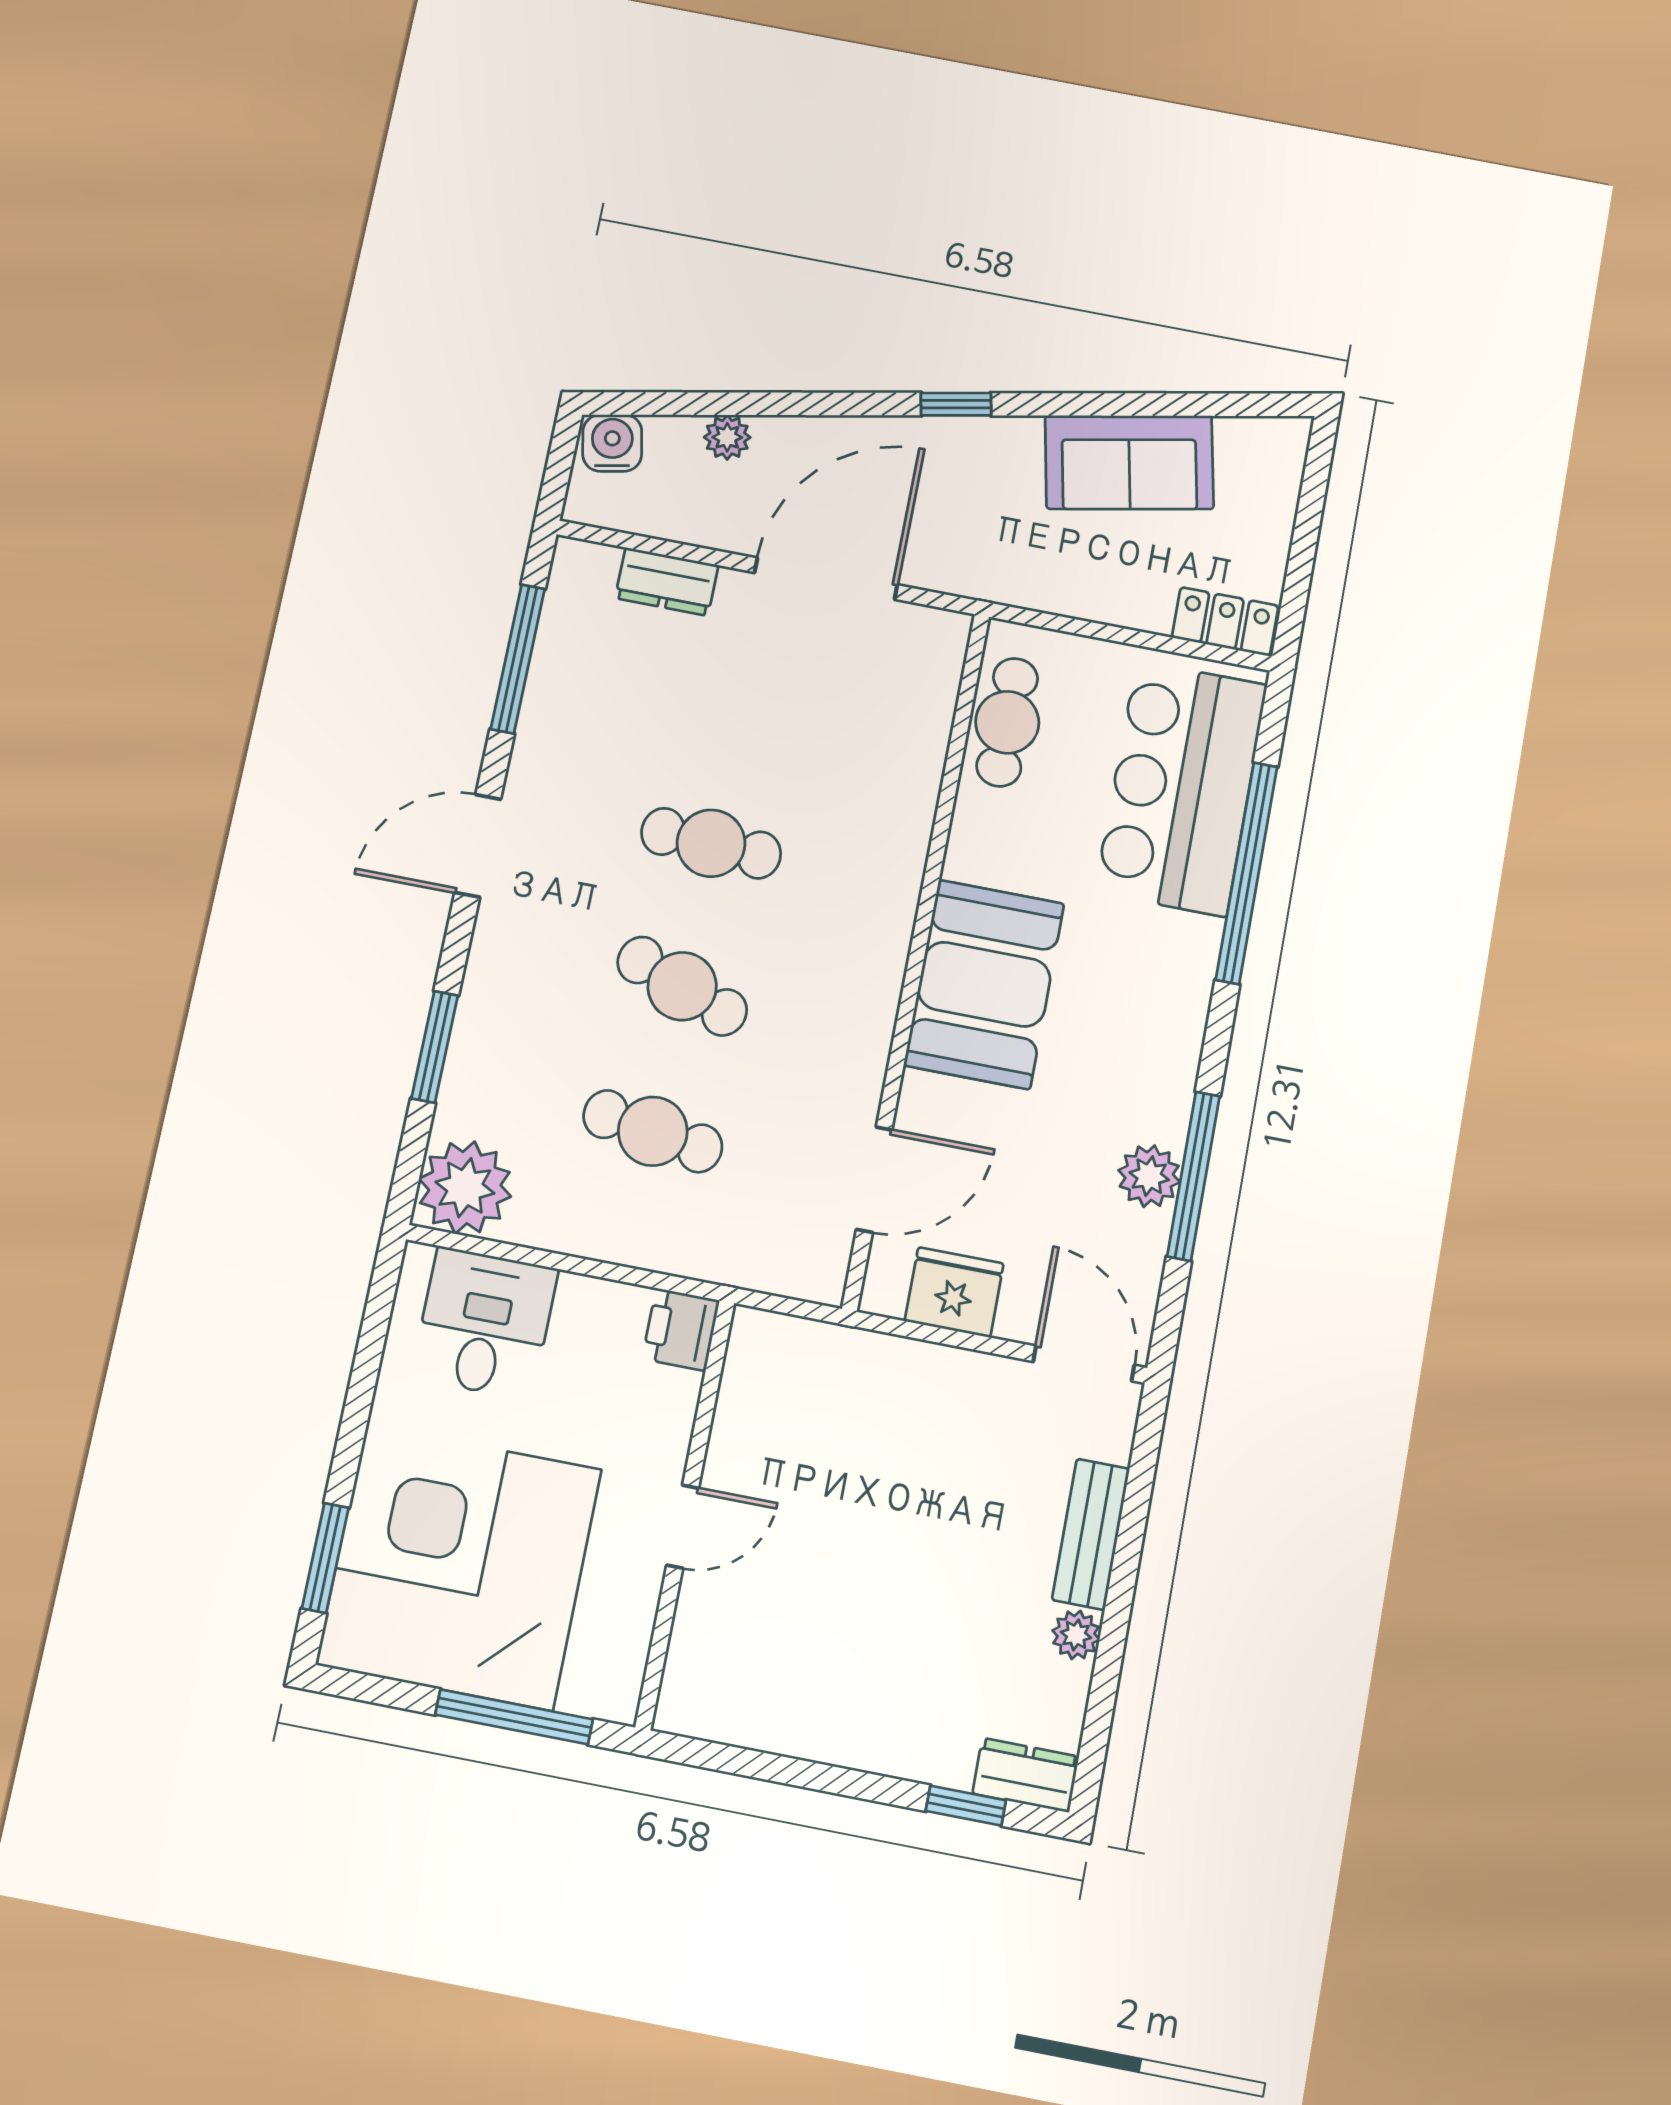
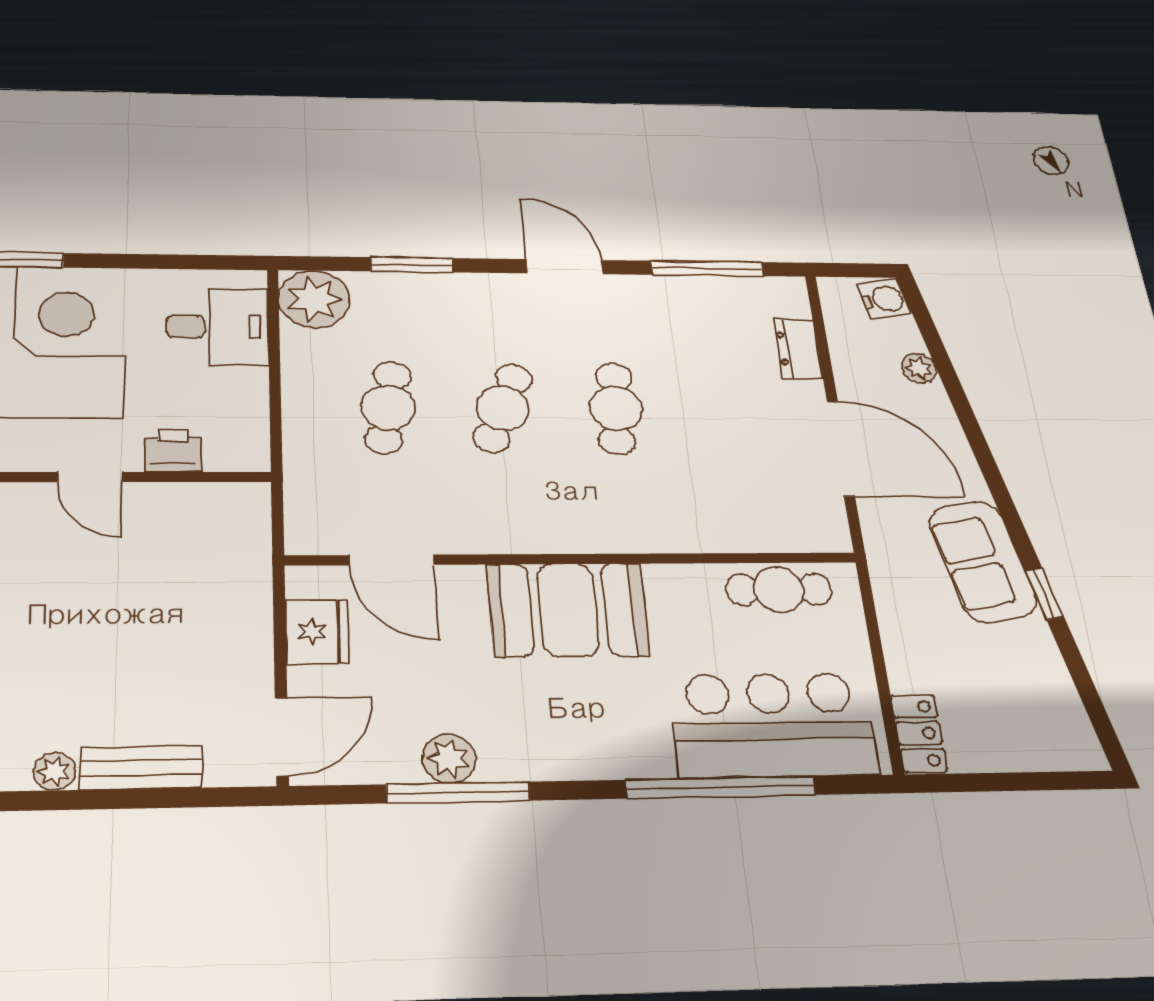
window: (956, 404) -> (1044, 594), moved
sofa: (1129, 462) -> (983, 562), moved
printer: (681, 1330) -> (173, 450), moved

